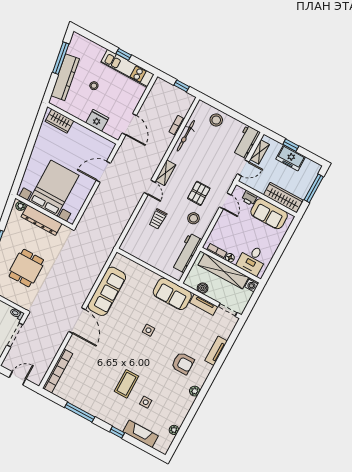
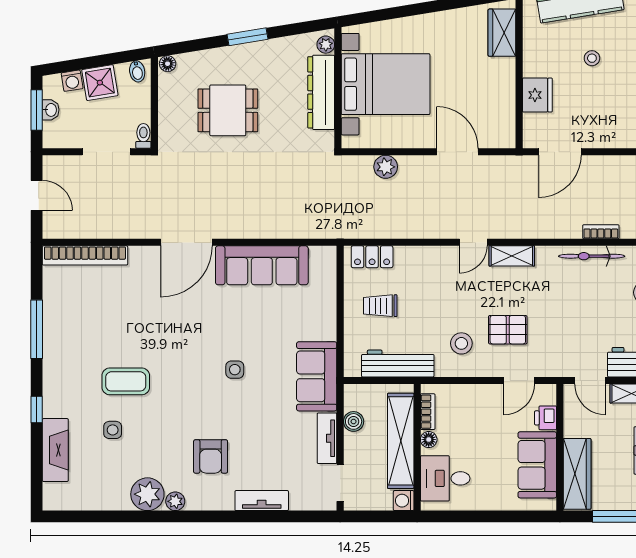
plant: (92, 209) -> (386, 167), added
trolley: (158, 219) -> (380, 306), moved
locker: (131, 238) -> (372, 257), added
plant: (174, 430) -> (147, 494), moved, width x1.88, depth x1.88

